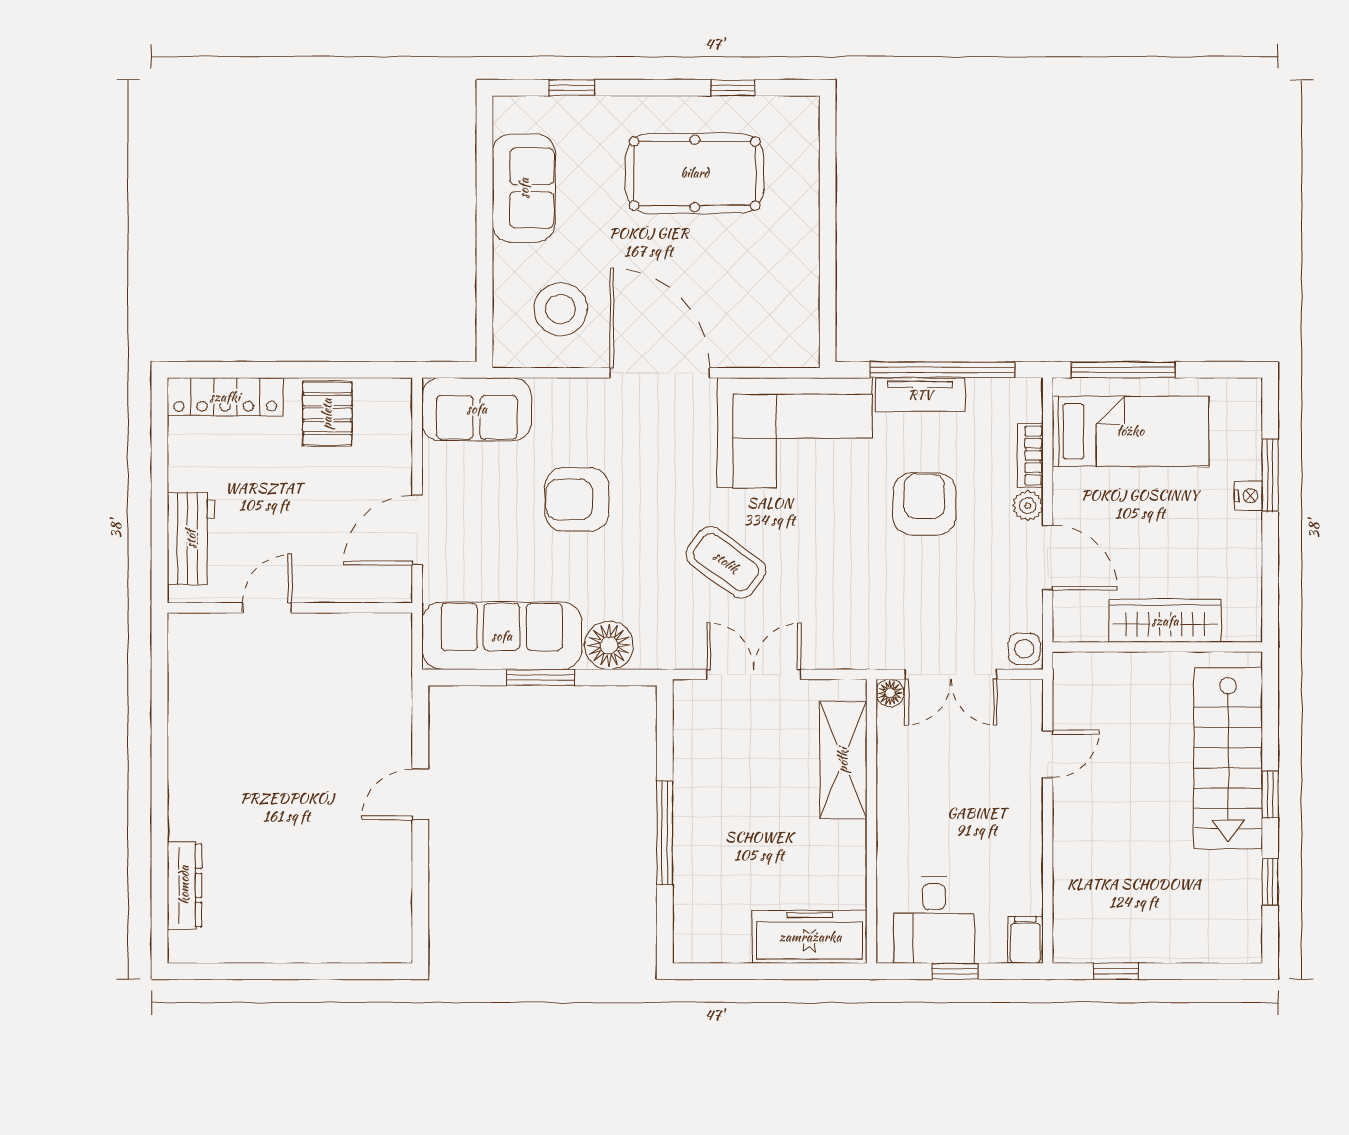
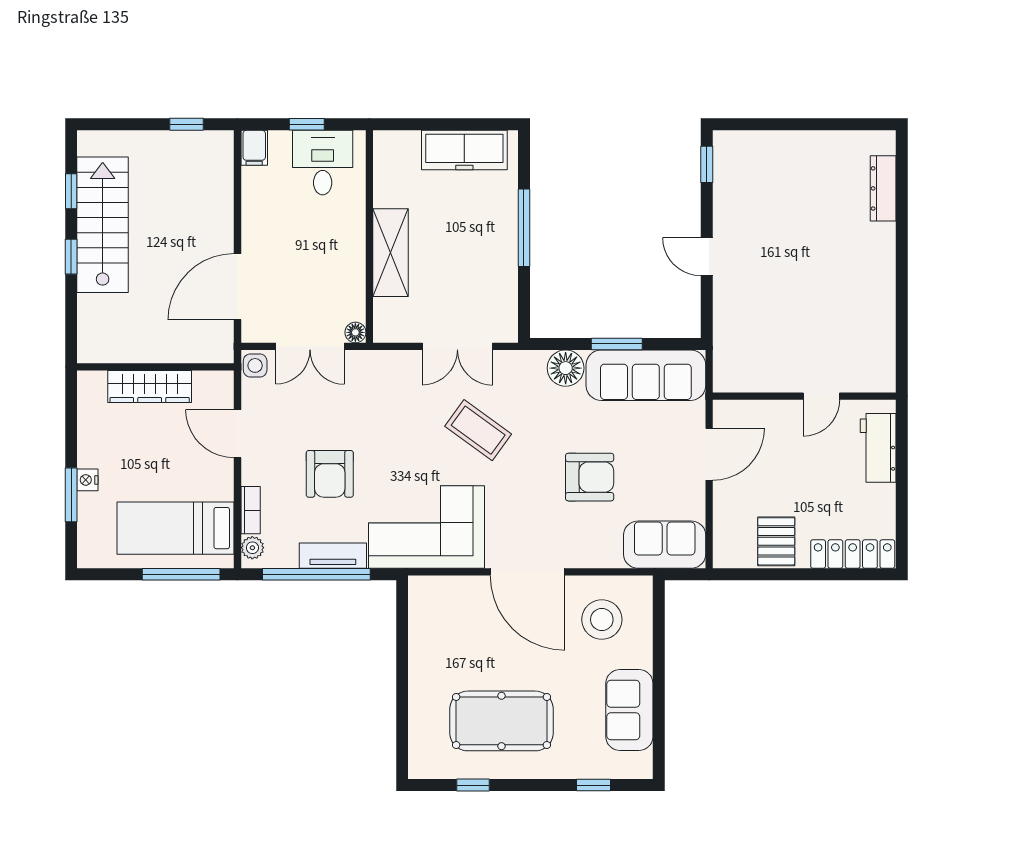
plant: (1028, 506) -> (252, 548), moved
double door: (951, 674) -> (310, 346), swing flipped
door: (1048, 754) -> (238, 287), width x1.87
stairs: (1228, 758) -> (103, 225), moved
shelving: (843, 760) -> (390, 253), moved
door: (420, 794) -> (707, 257), swing flipped
window: (420, 918) -> (707, 164), added
freezer: (810, 937) -> (464, 150), moved

